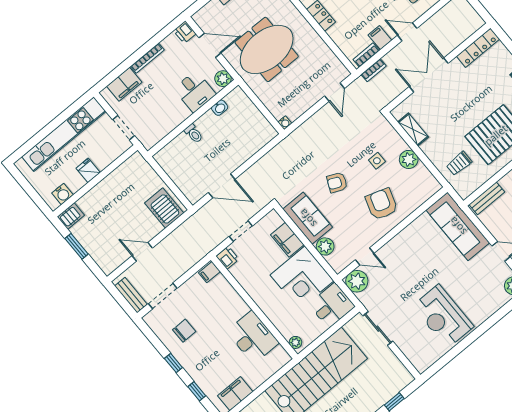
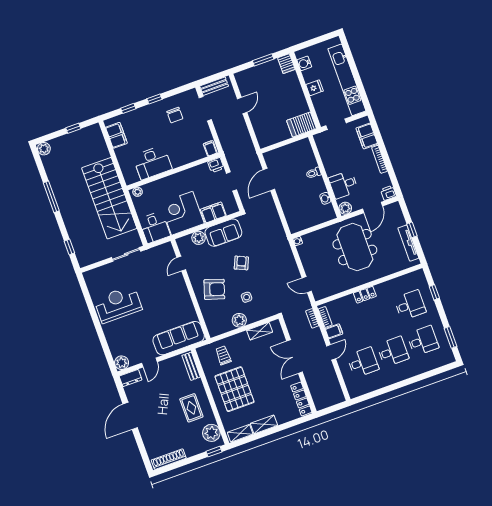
double door: (429, 75) -> (295, 357), swing flipped
server rack: (164, 208) -> (302, 125), moved, turned 180
plant: (357, 281) -> (165, 252), removed

